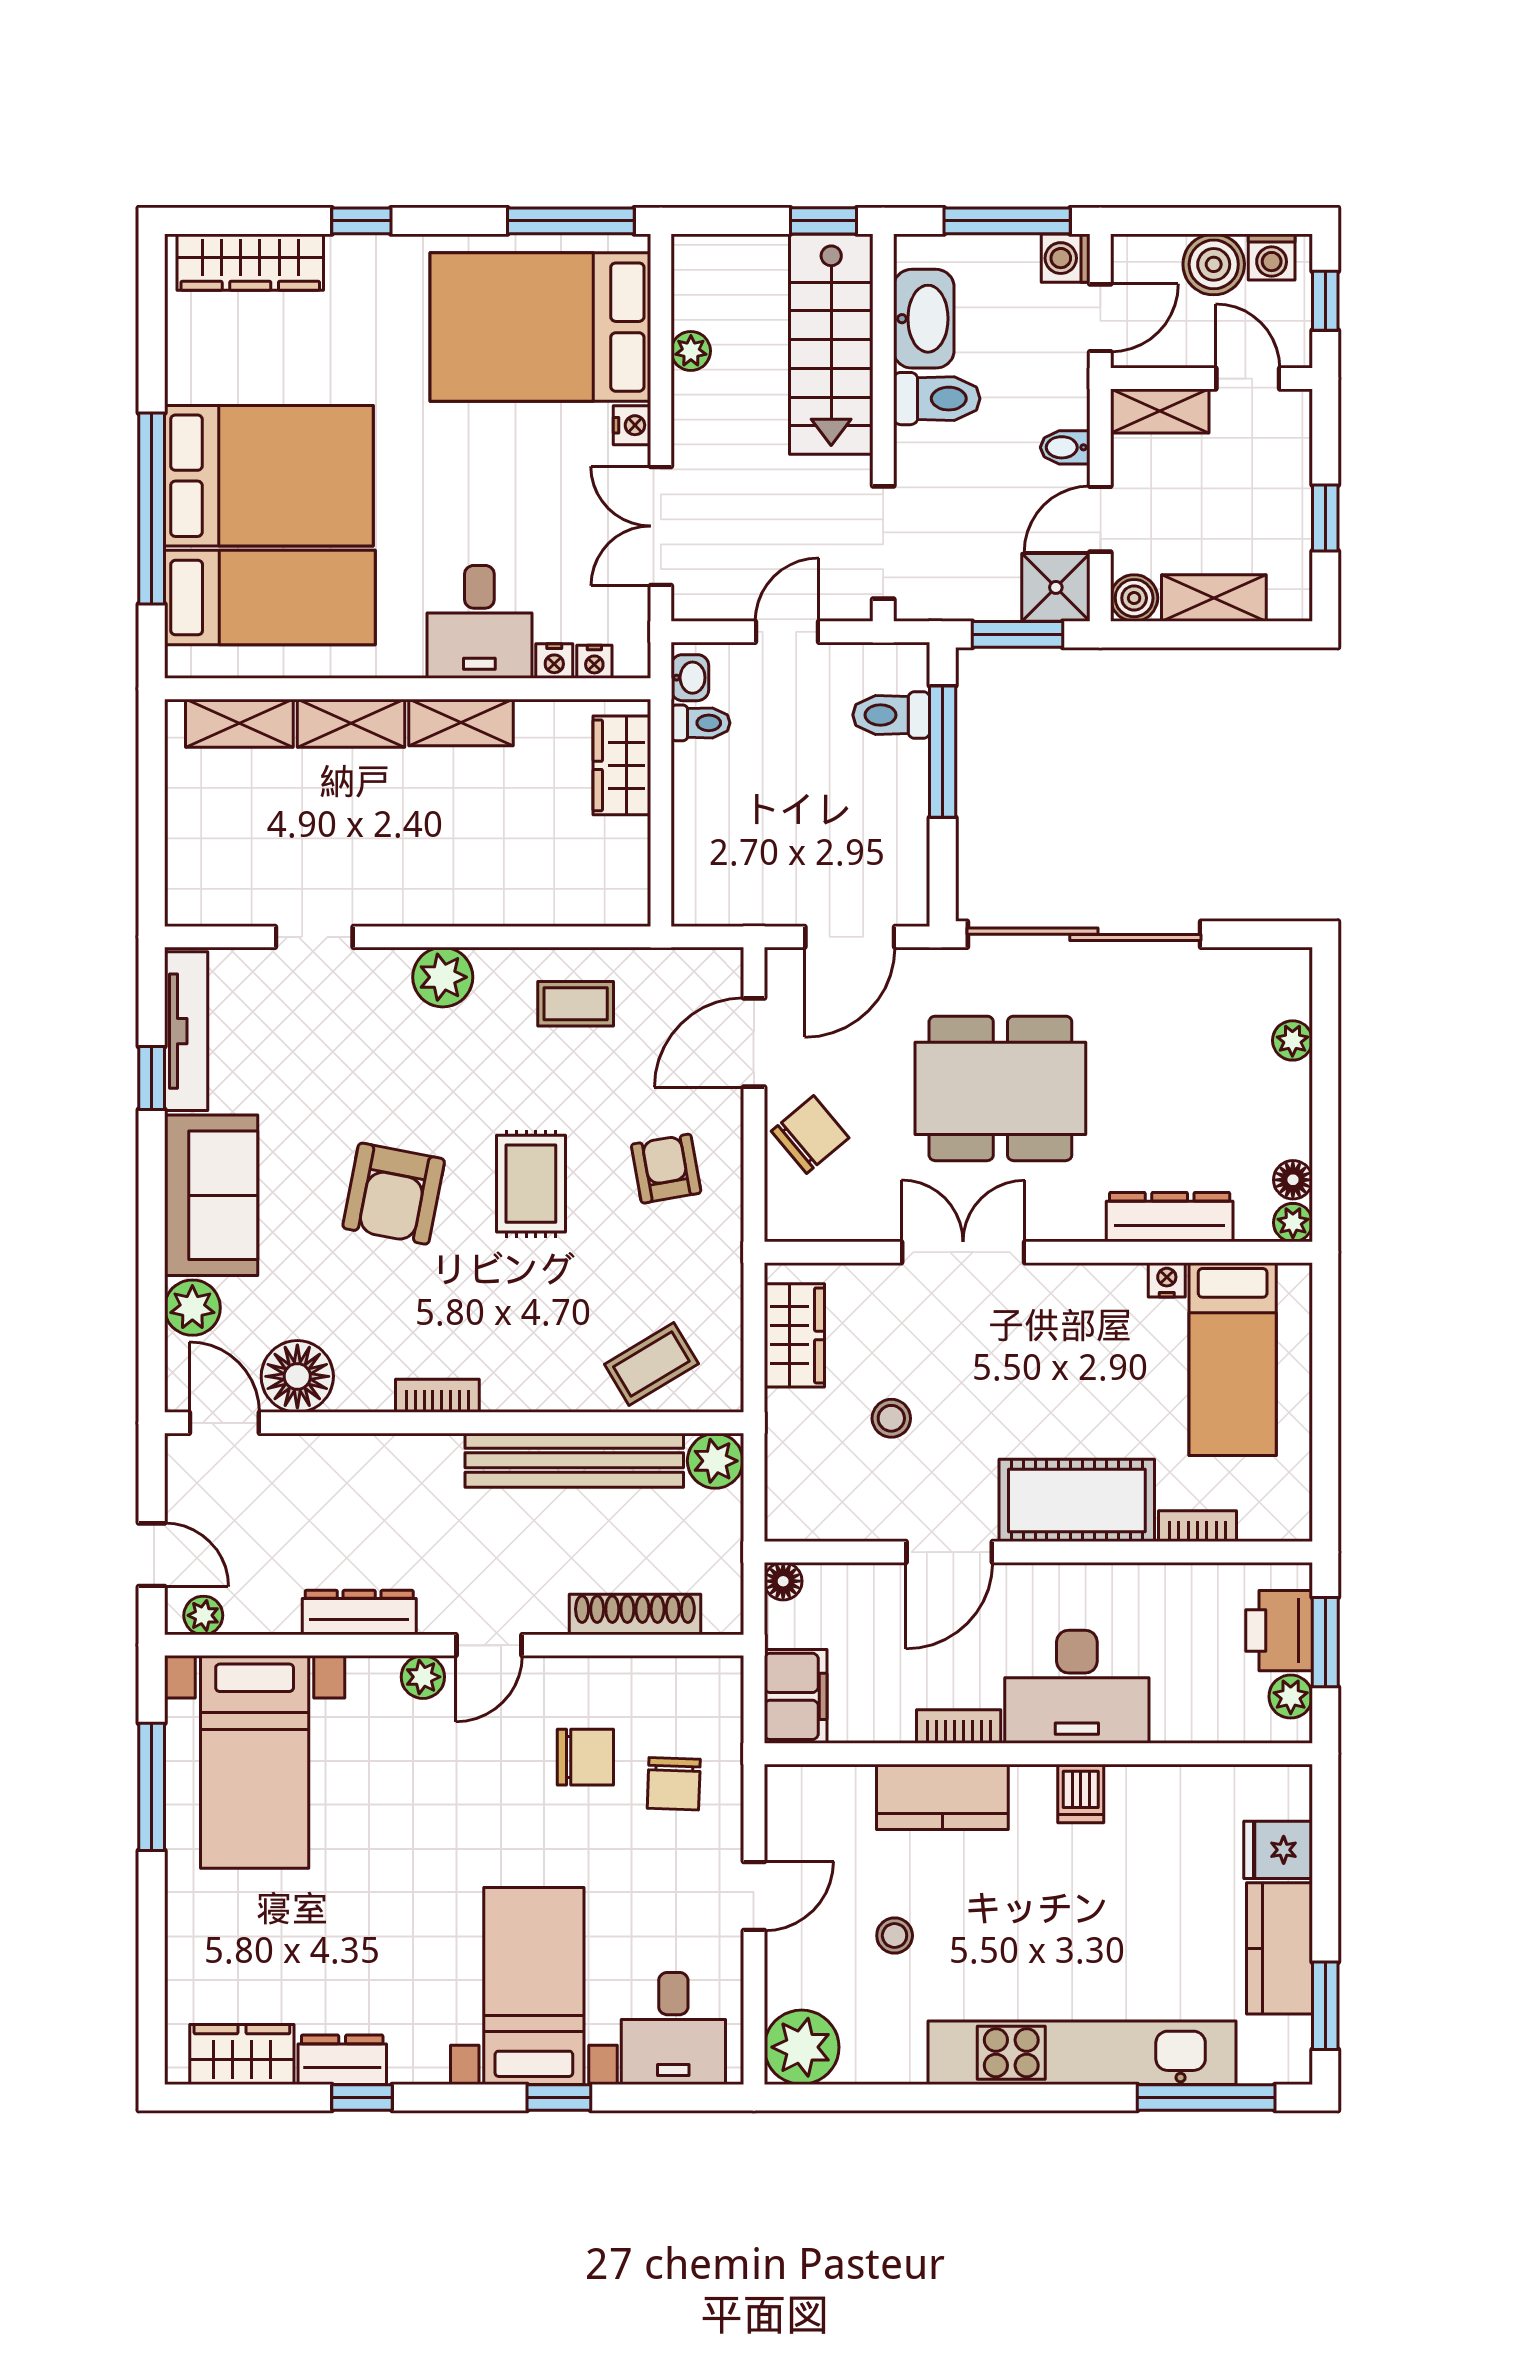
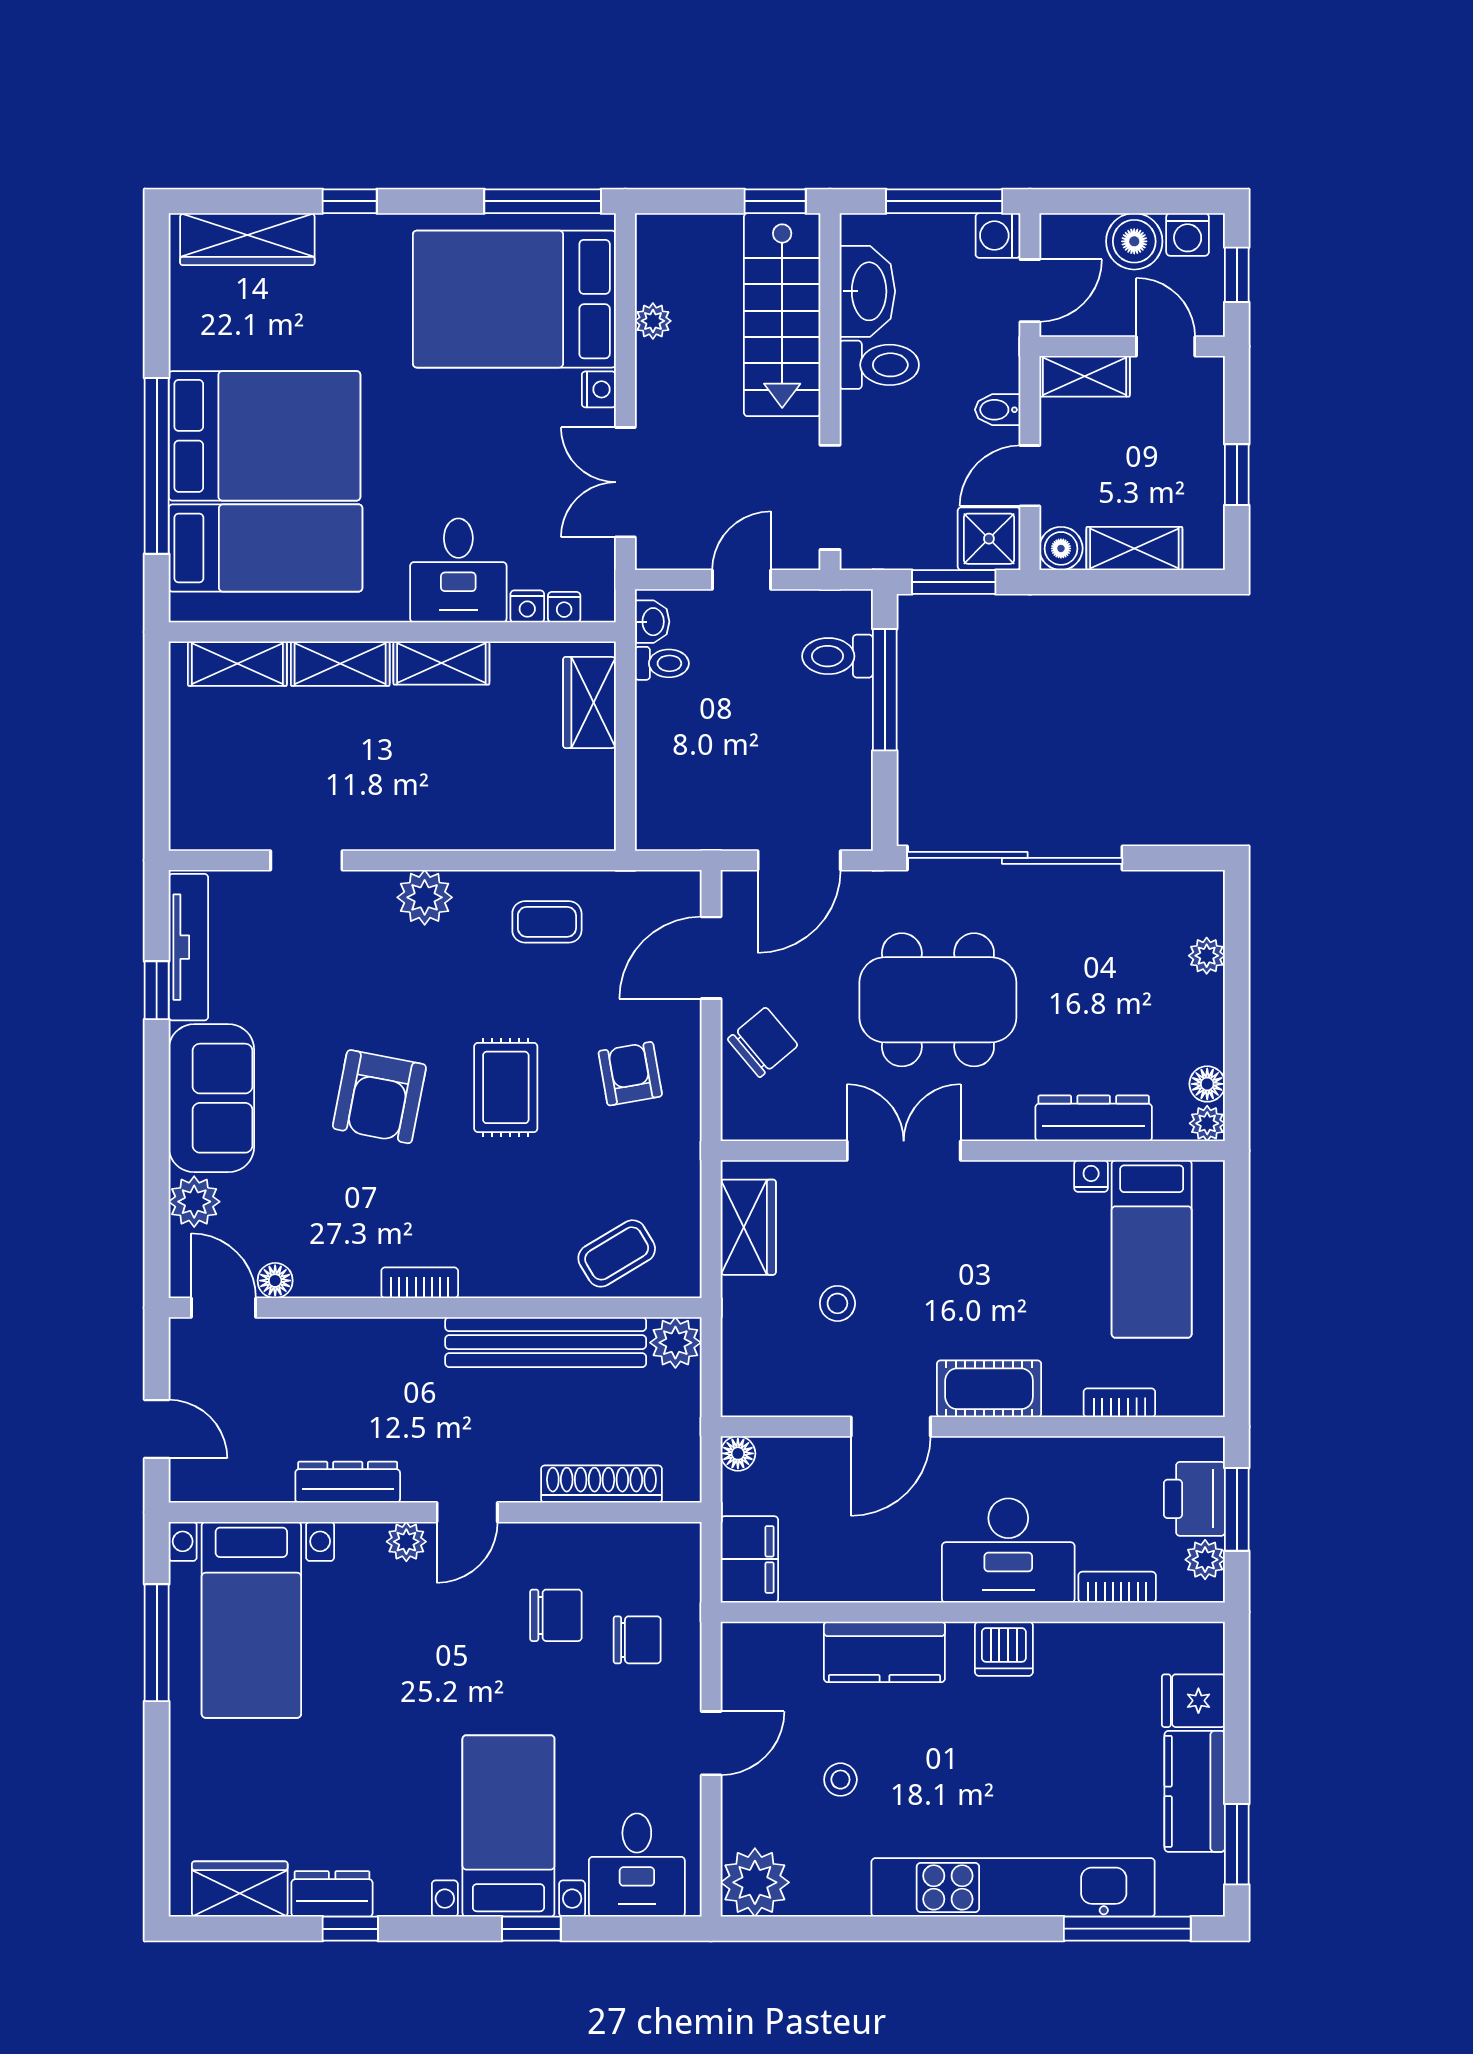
floor lamp: (297, 1376) -> (275, 1281), width x0.53, depth x0.53
cot: (1077, 1500) -> (989, 1389), width x0.73, depth x0.75
plant: (203, 1615) -> (204, 1485), removed
bookcase: (959, 1727) -> (1117, 1587), moved
chair: (674, 1784) -> (637, 1640), turned -92
dishwasher: (1081, 1793) -> (1004, 1649), width x1.38

